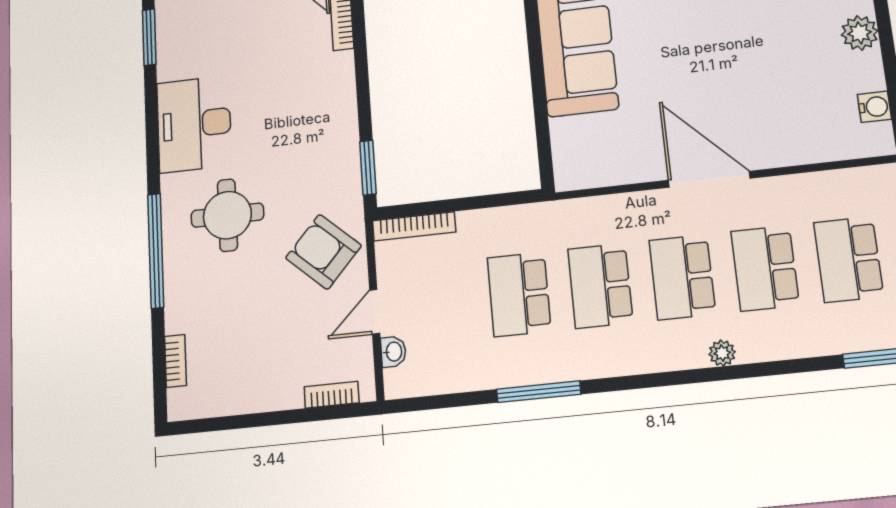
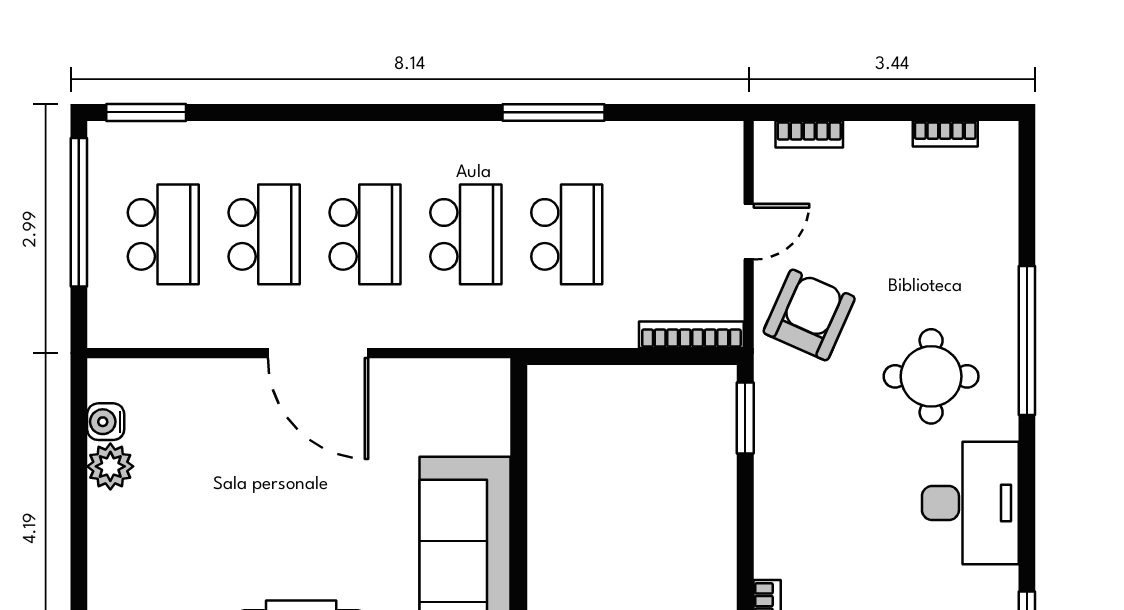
plant: (860, 33) -> (110, 466), moved
armchair: (323, 252) -> (809, 315), turned -108
washbasin: (393, 352) -> (729, 180), removed
plant: (722, 353) -> (328, 137), removed
bookcase: (175, 361) -> (945, 134), moved, turned -90

